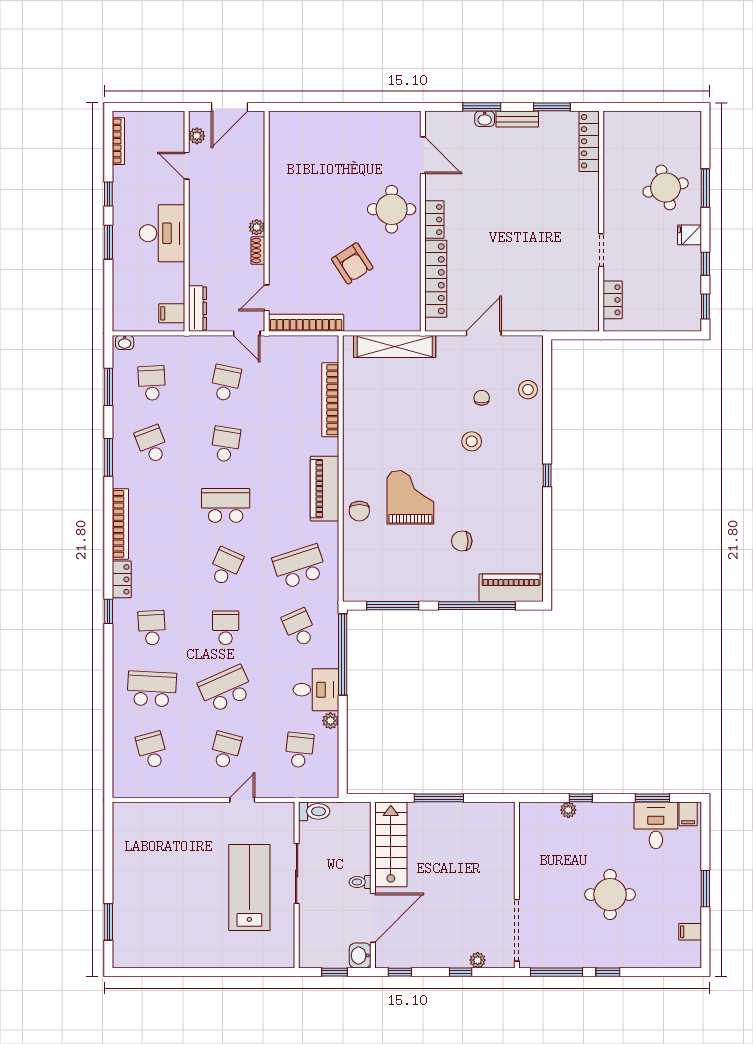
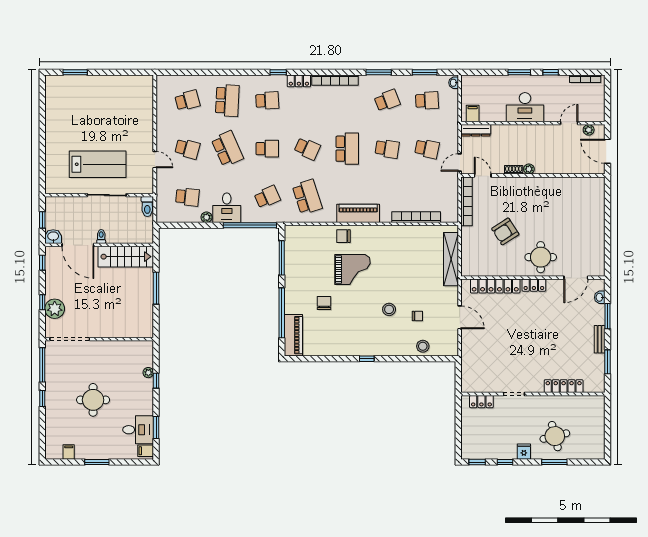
washbasin: (485, 119) -> (600, 297), moved
locker: (589, 141) -> (564, 386), moved
plant: (478, 960) -> (55, 309), width x1.88, depth x1.88

